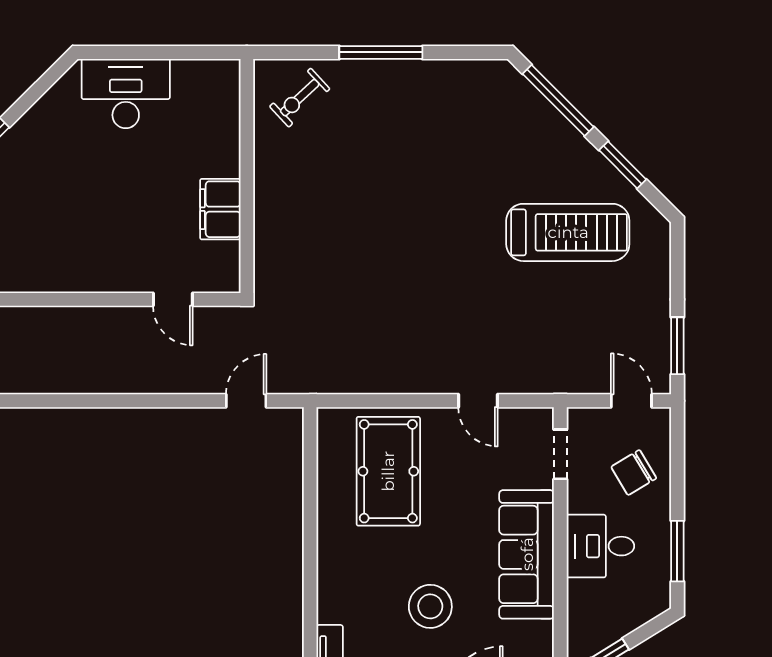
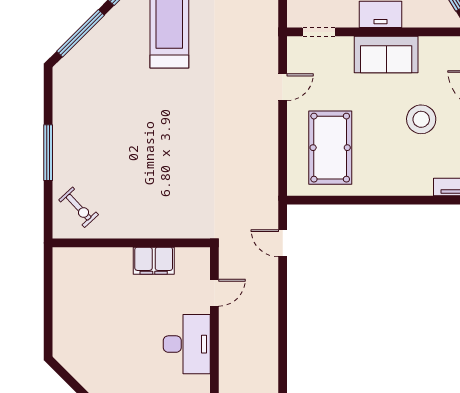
desk: (126, 94) -> (187, 344), moved, turned 180
pool table: (388, 471) -> (330, 148), turned 90
sofa: (527, 554) -> (386, 54), width x0.73

